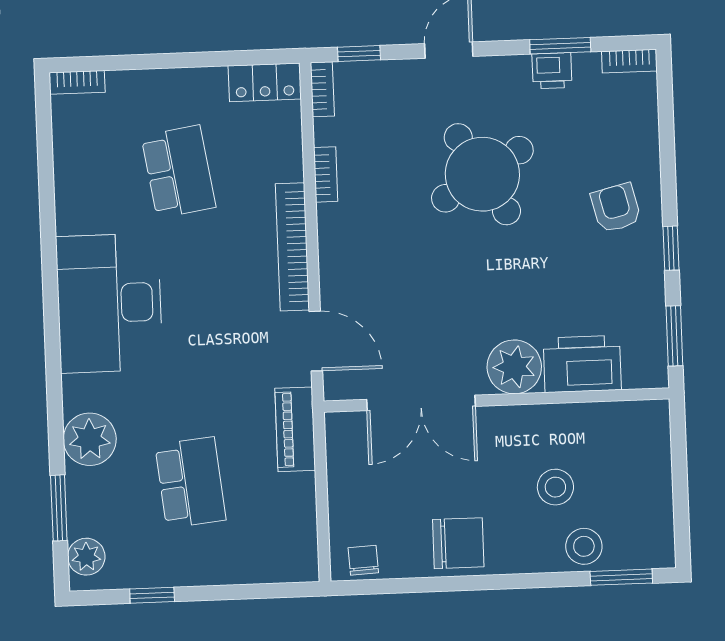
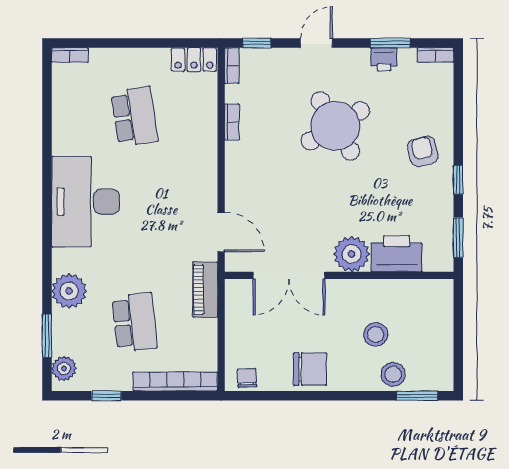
bookcase: (292, 247) -> (175, 381), moved, turned 90

